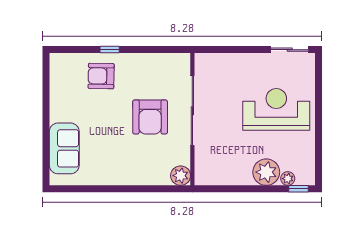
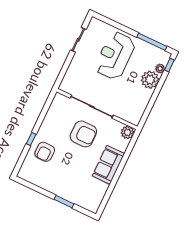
sliding door: (290, 50) -> (78, 40), moved
window: (46, 134) -> (64, 202), added
sofa: (64, 148) -> (108, 165), moved, turned -90
window: (319, 150) -> (152, 42), added

